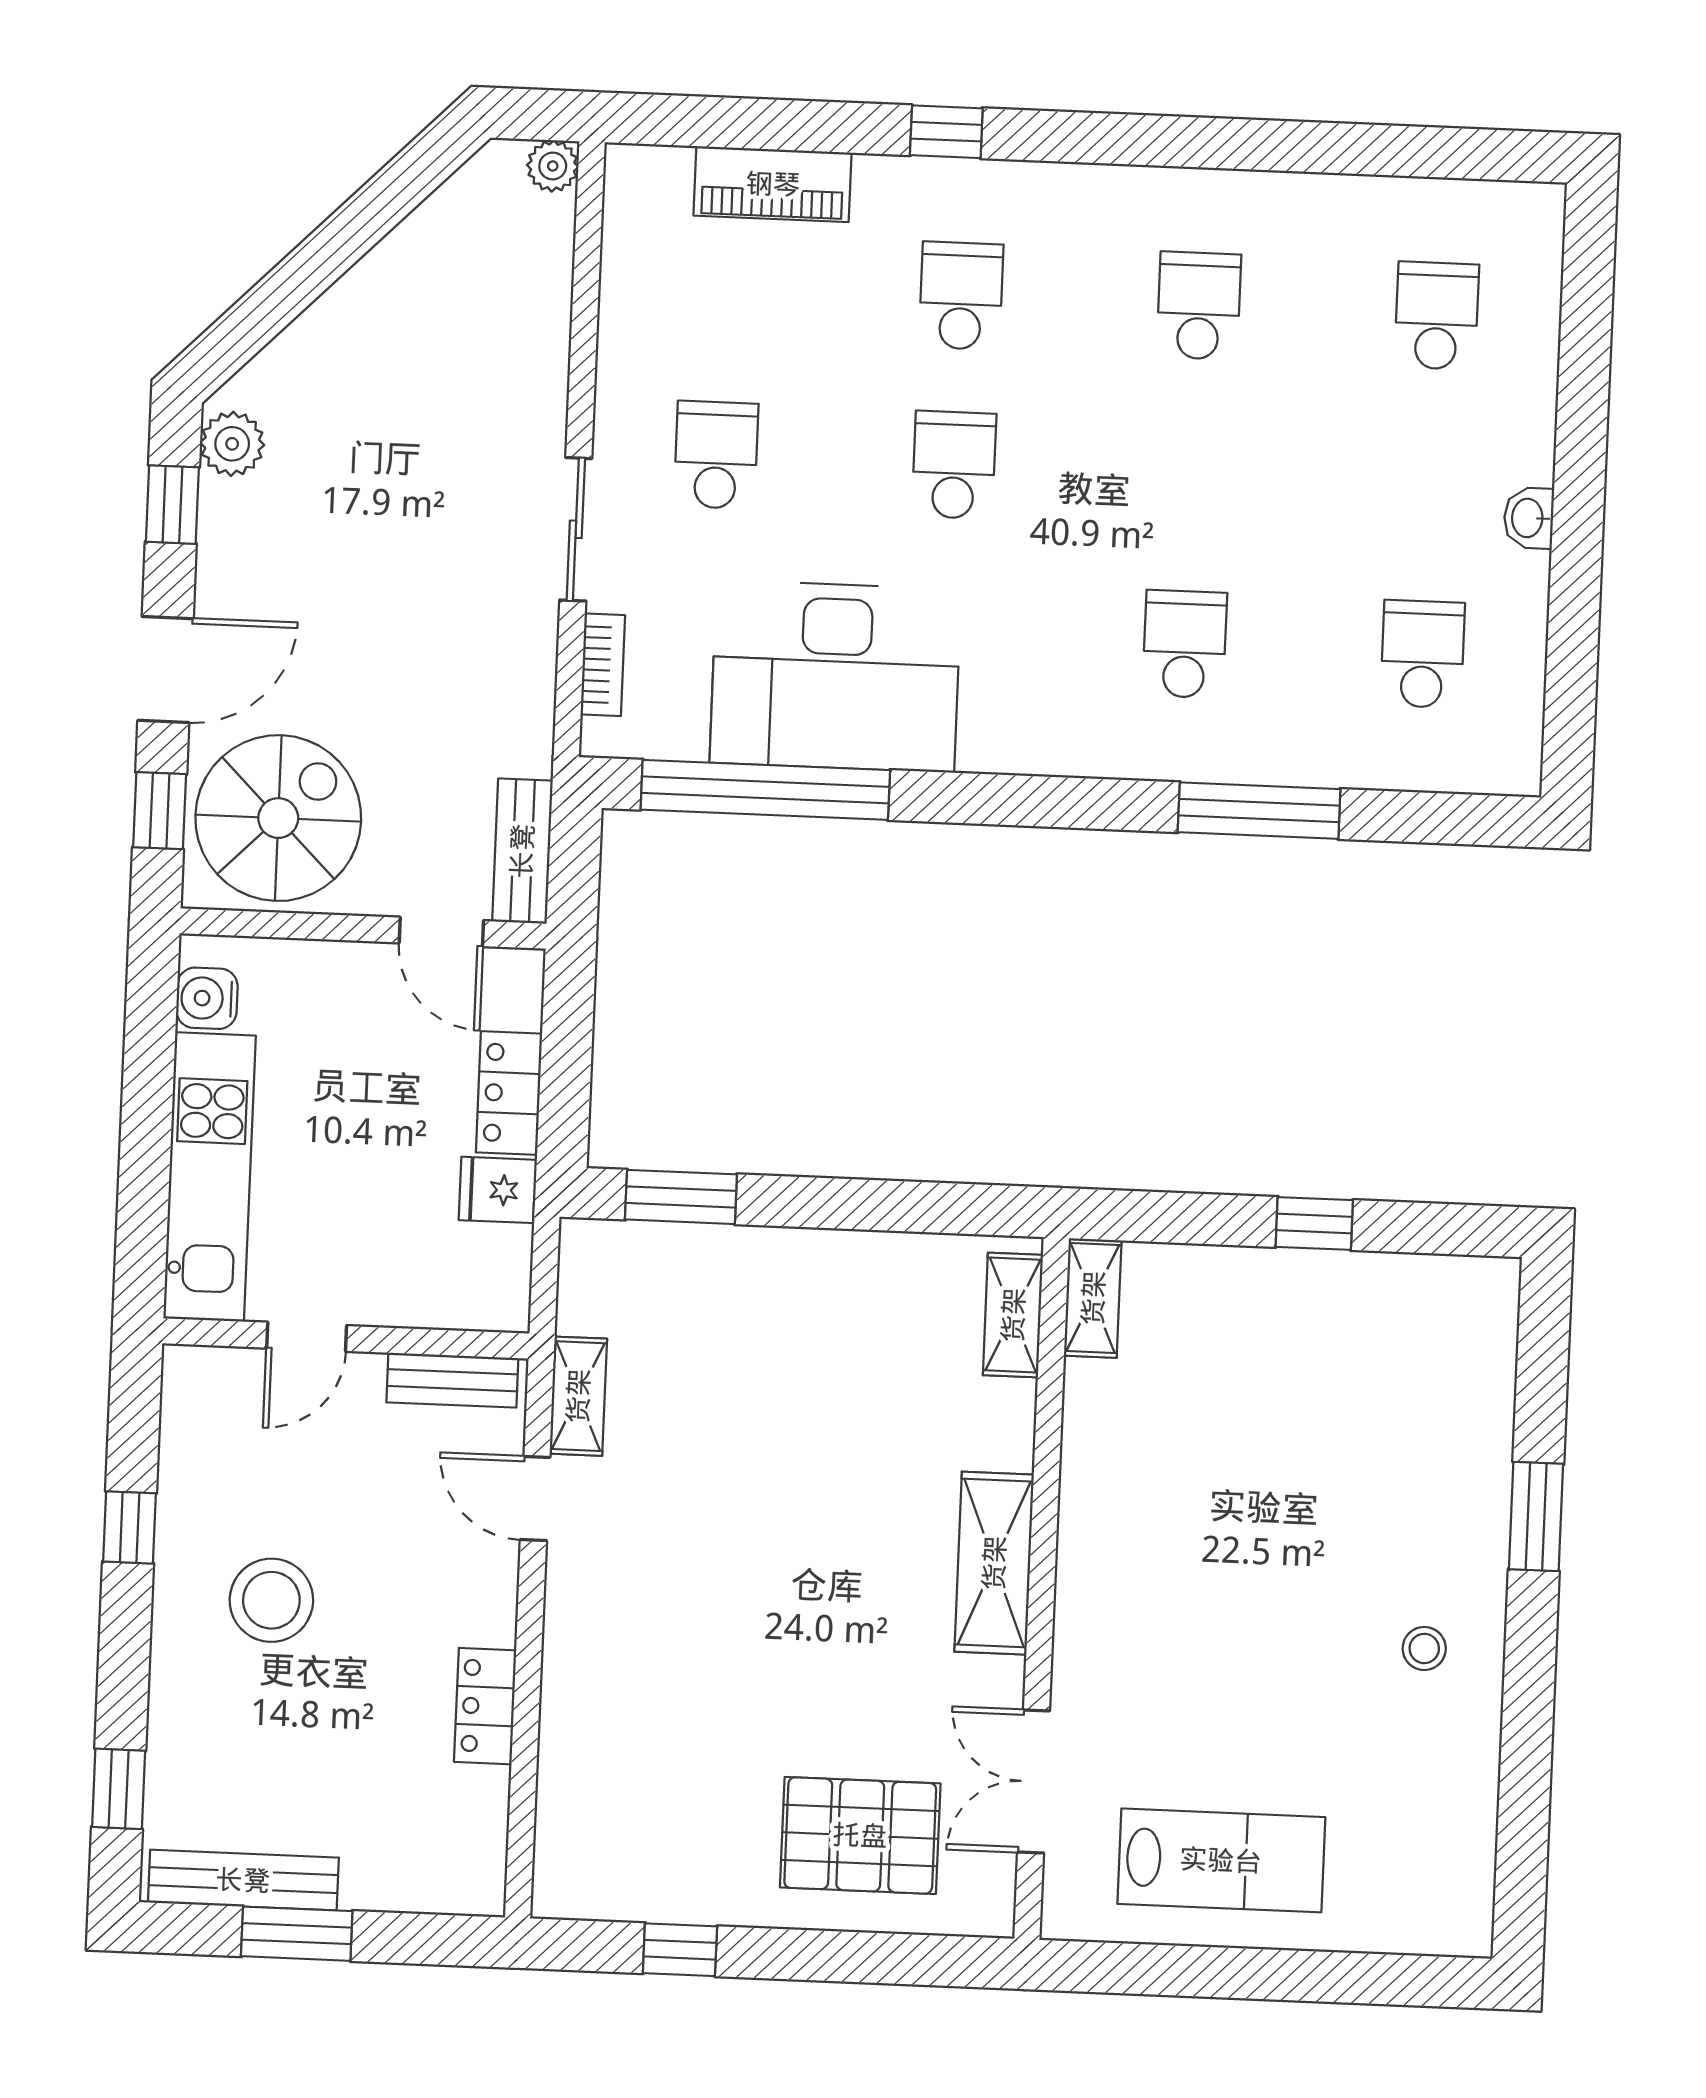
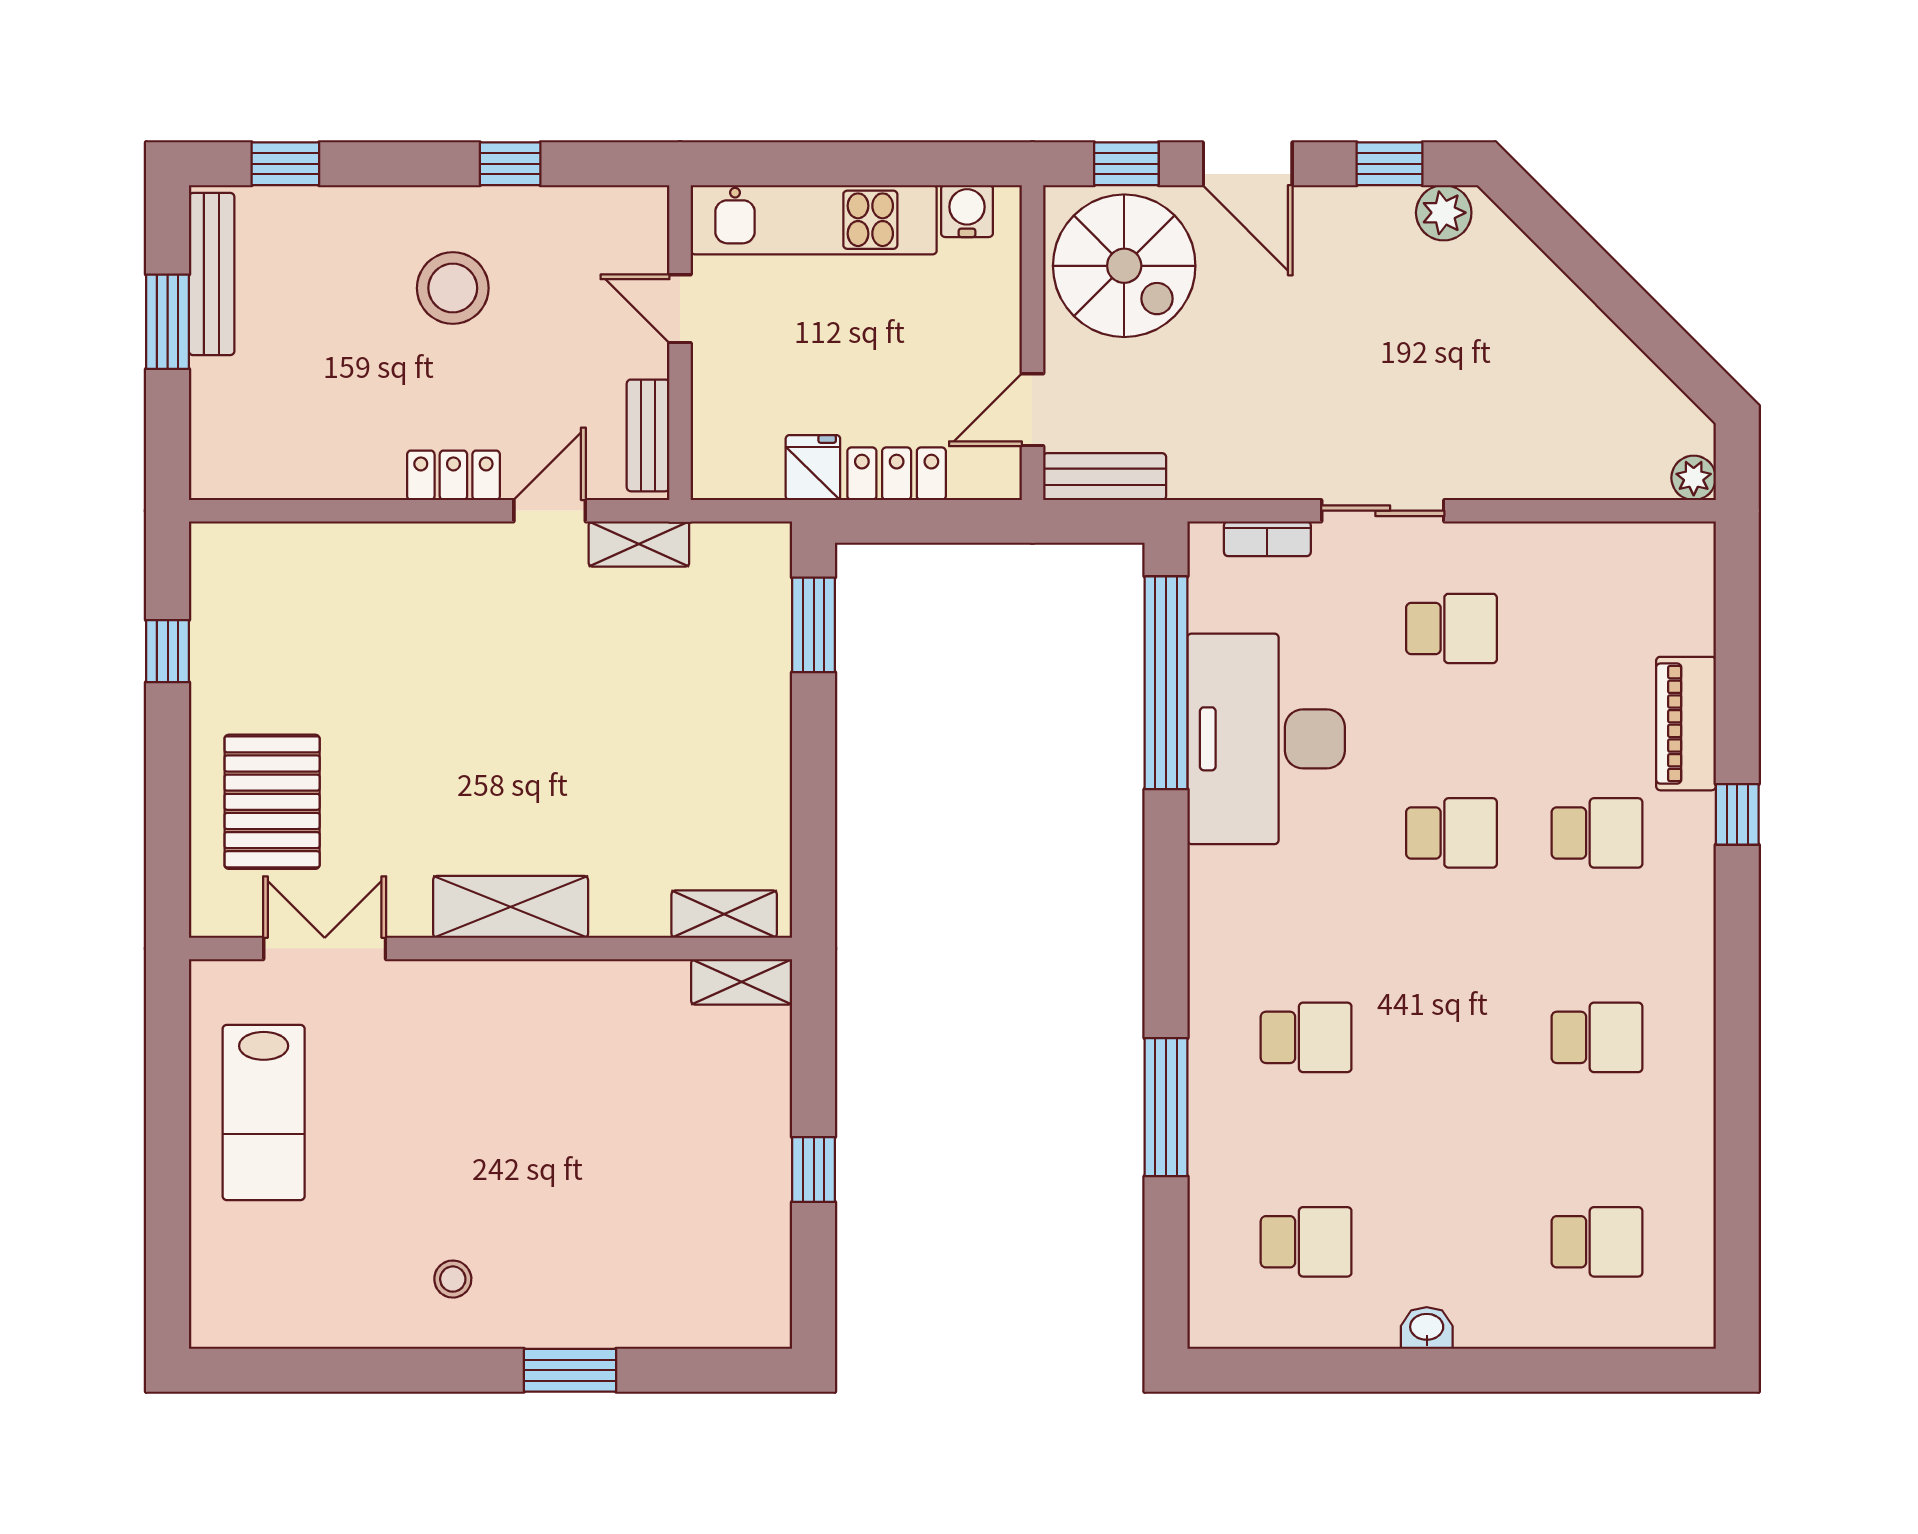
piano: (773, 184) -> (1686, 724), moved
locker: (485, 1706) -> (453, 475), moved

